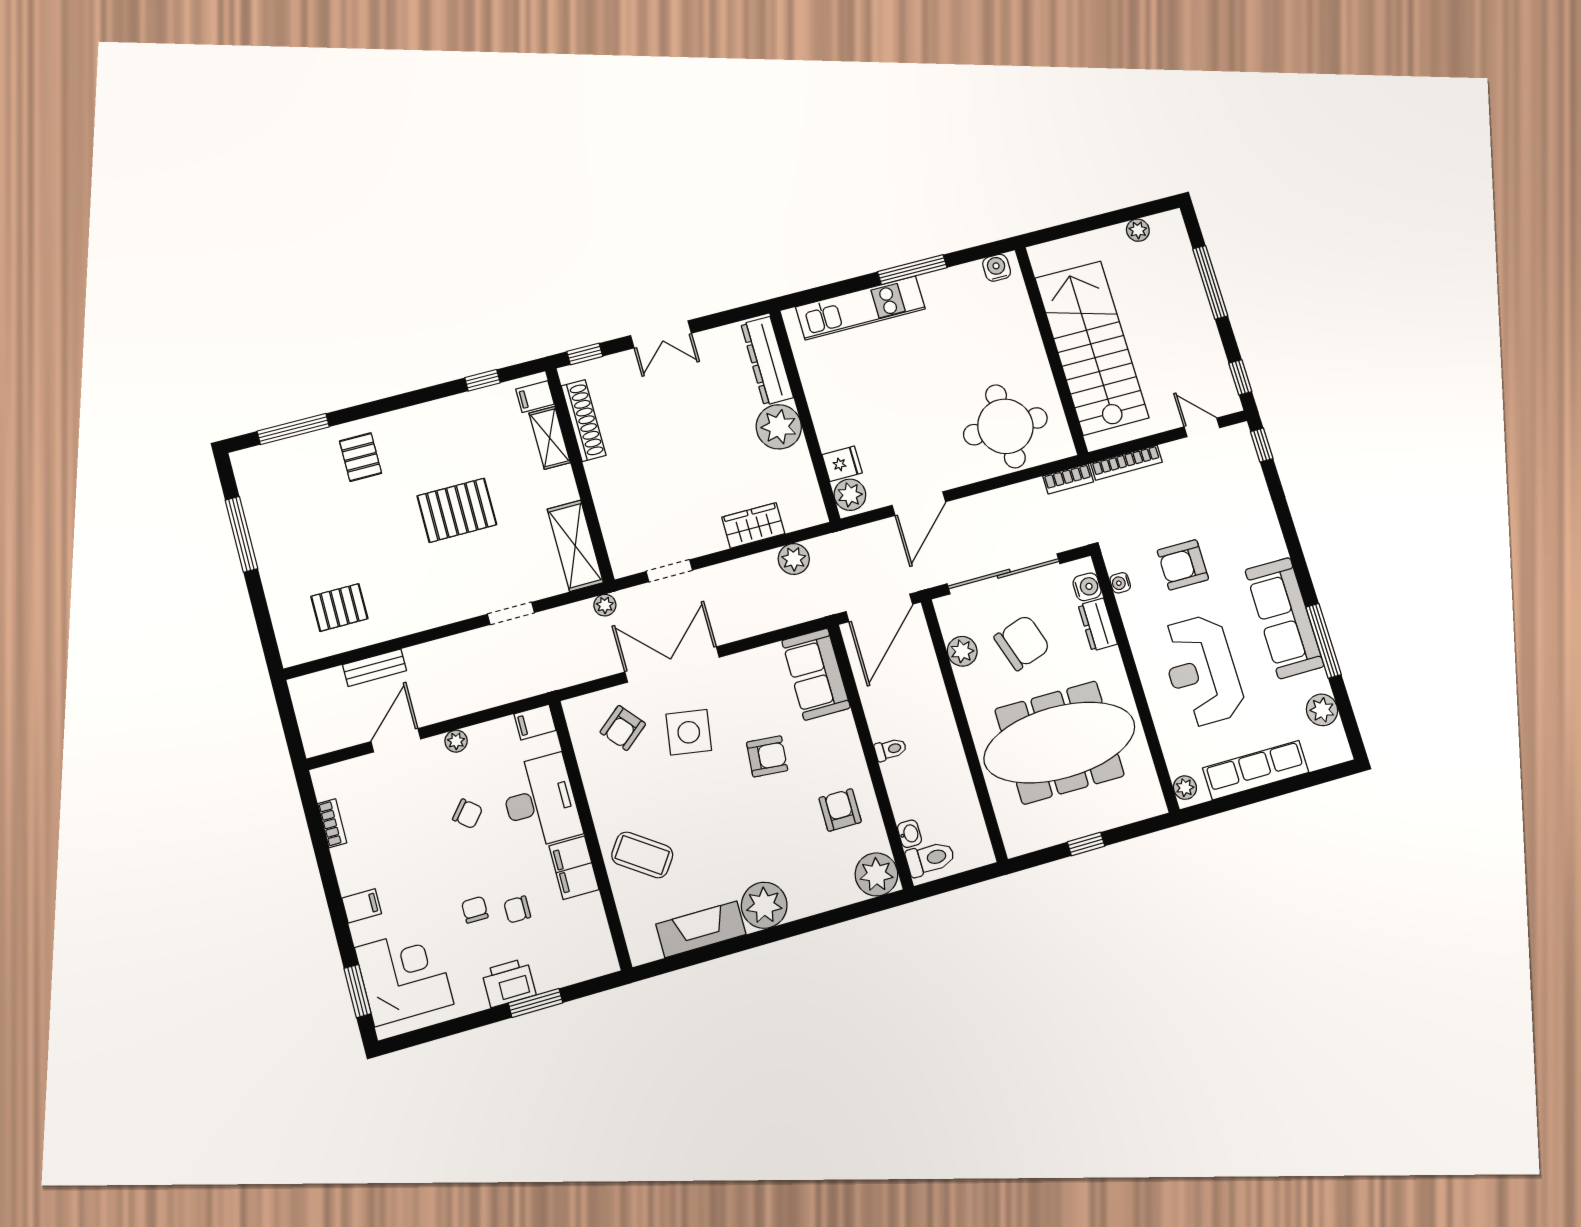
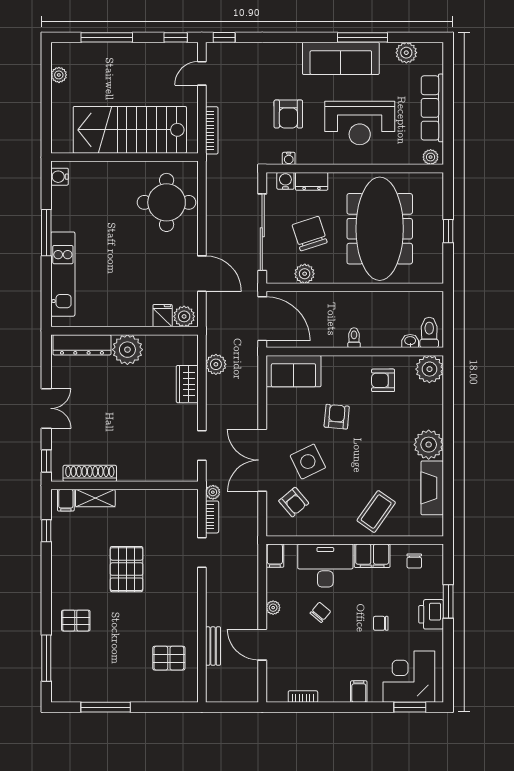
bookcase: (1068, 479) -> (212, 517), moved
shelving: (575, 546) -> (170, 501), removed
pallet: (339, 607) -> (169, 658), turned 90
side table: (689, 732) -> (308, 462), turned -35
chair: (517, 909) -> (414, 561), moved

